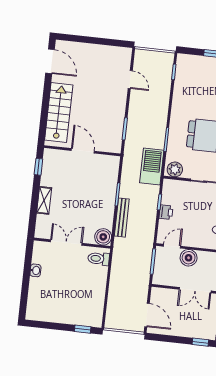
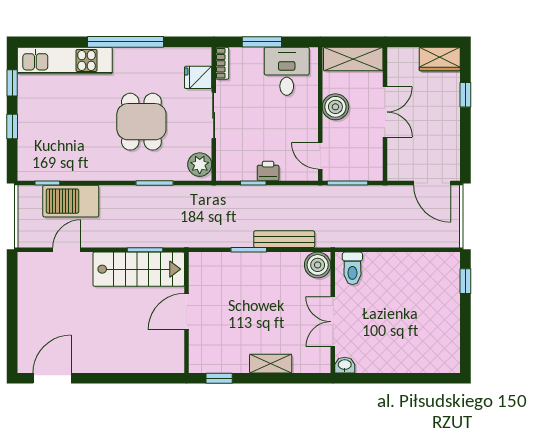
stairs: (59, 113) -> (139, 269), moved, turned 180
barbecue: (152, 167) -> (71, 201), moved
boiler: (189, 258) -> (335, 107), moved
washbasin: (35, 270) -> (345, 365), moved
door: (147, 315) -> (432, 183), swing flipped

